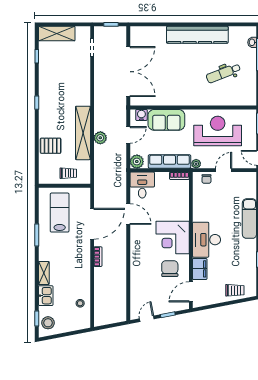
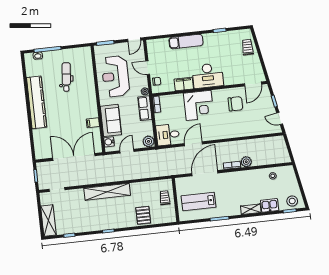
dental chair: (223, 73) -> (66, 77), turned -153
filing cabinet: (166, 98) -> (93, 123), added
shelving: (83, 133) -> (107, 192), moved
door: (128, 135) -> (127, 151), hinge flipped
plant: (100, 138) -> (246, 162), moved
row of seats: (170, 161) -> (145, 108), width x0.68
door: (92, 224) -> (205, 173), hinge flipped
corner desk: (173, 237) -> (199, 105), moved
chair: (170, 269) -> (235, 104), turned 180
filing cabinet: (200, 269) -> (184, 84), moved
door: (191, 292) -> (253, 84), hinge flipped

